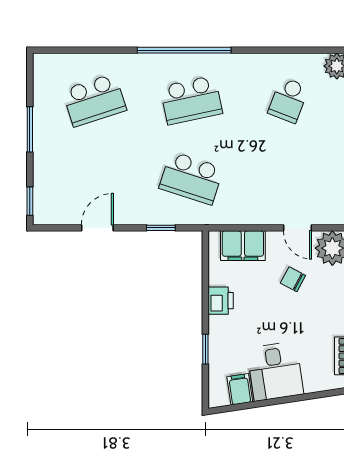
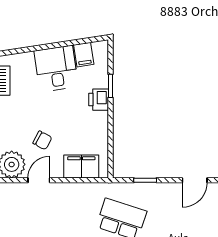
door: (297, 228) -> (39, 180), hinge flipped
printer: (221, 301) -> (99, 100), moved

